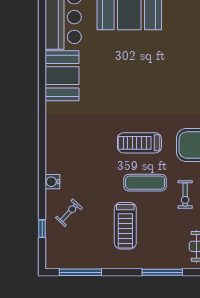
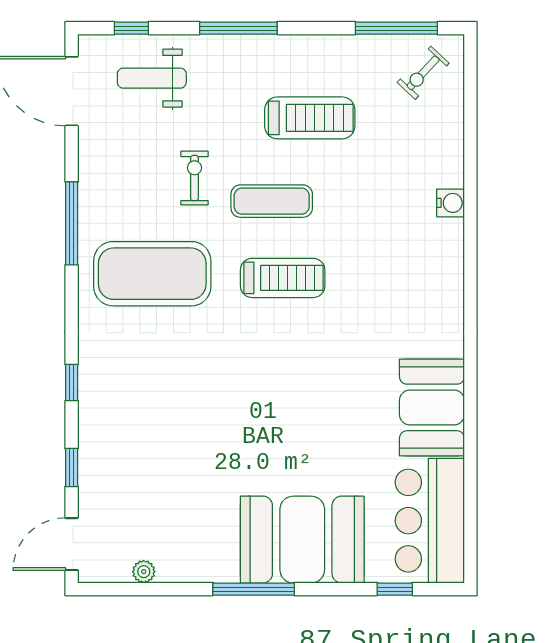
exercise bike: (69, 213) -> (423, 73), moved
treadmill: (125, 226) -> (310, 118), turned 90
window: (42, 229) -> (470, 112), removed

